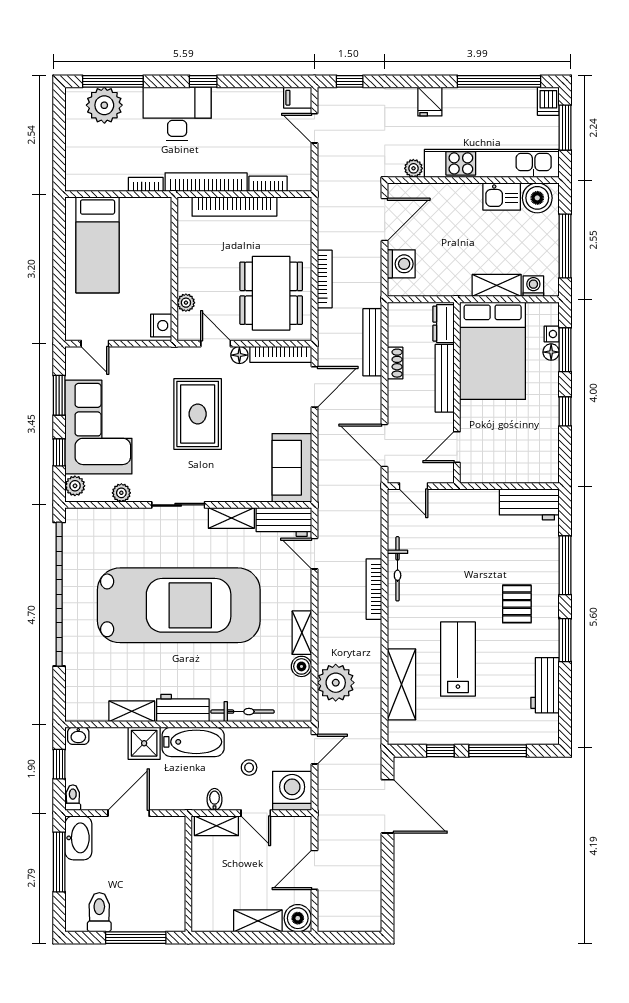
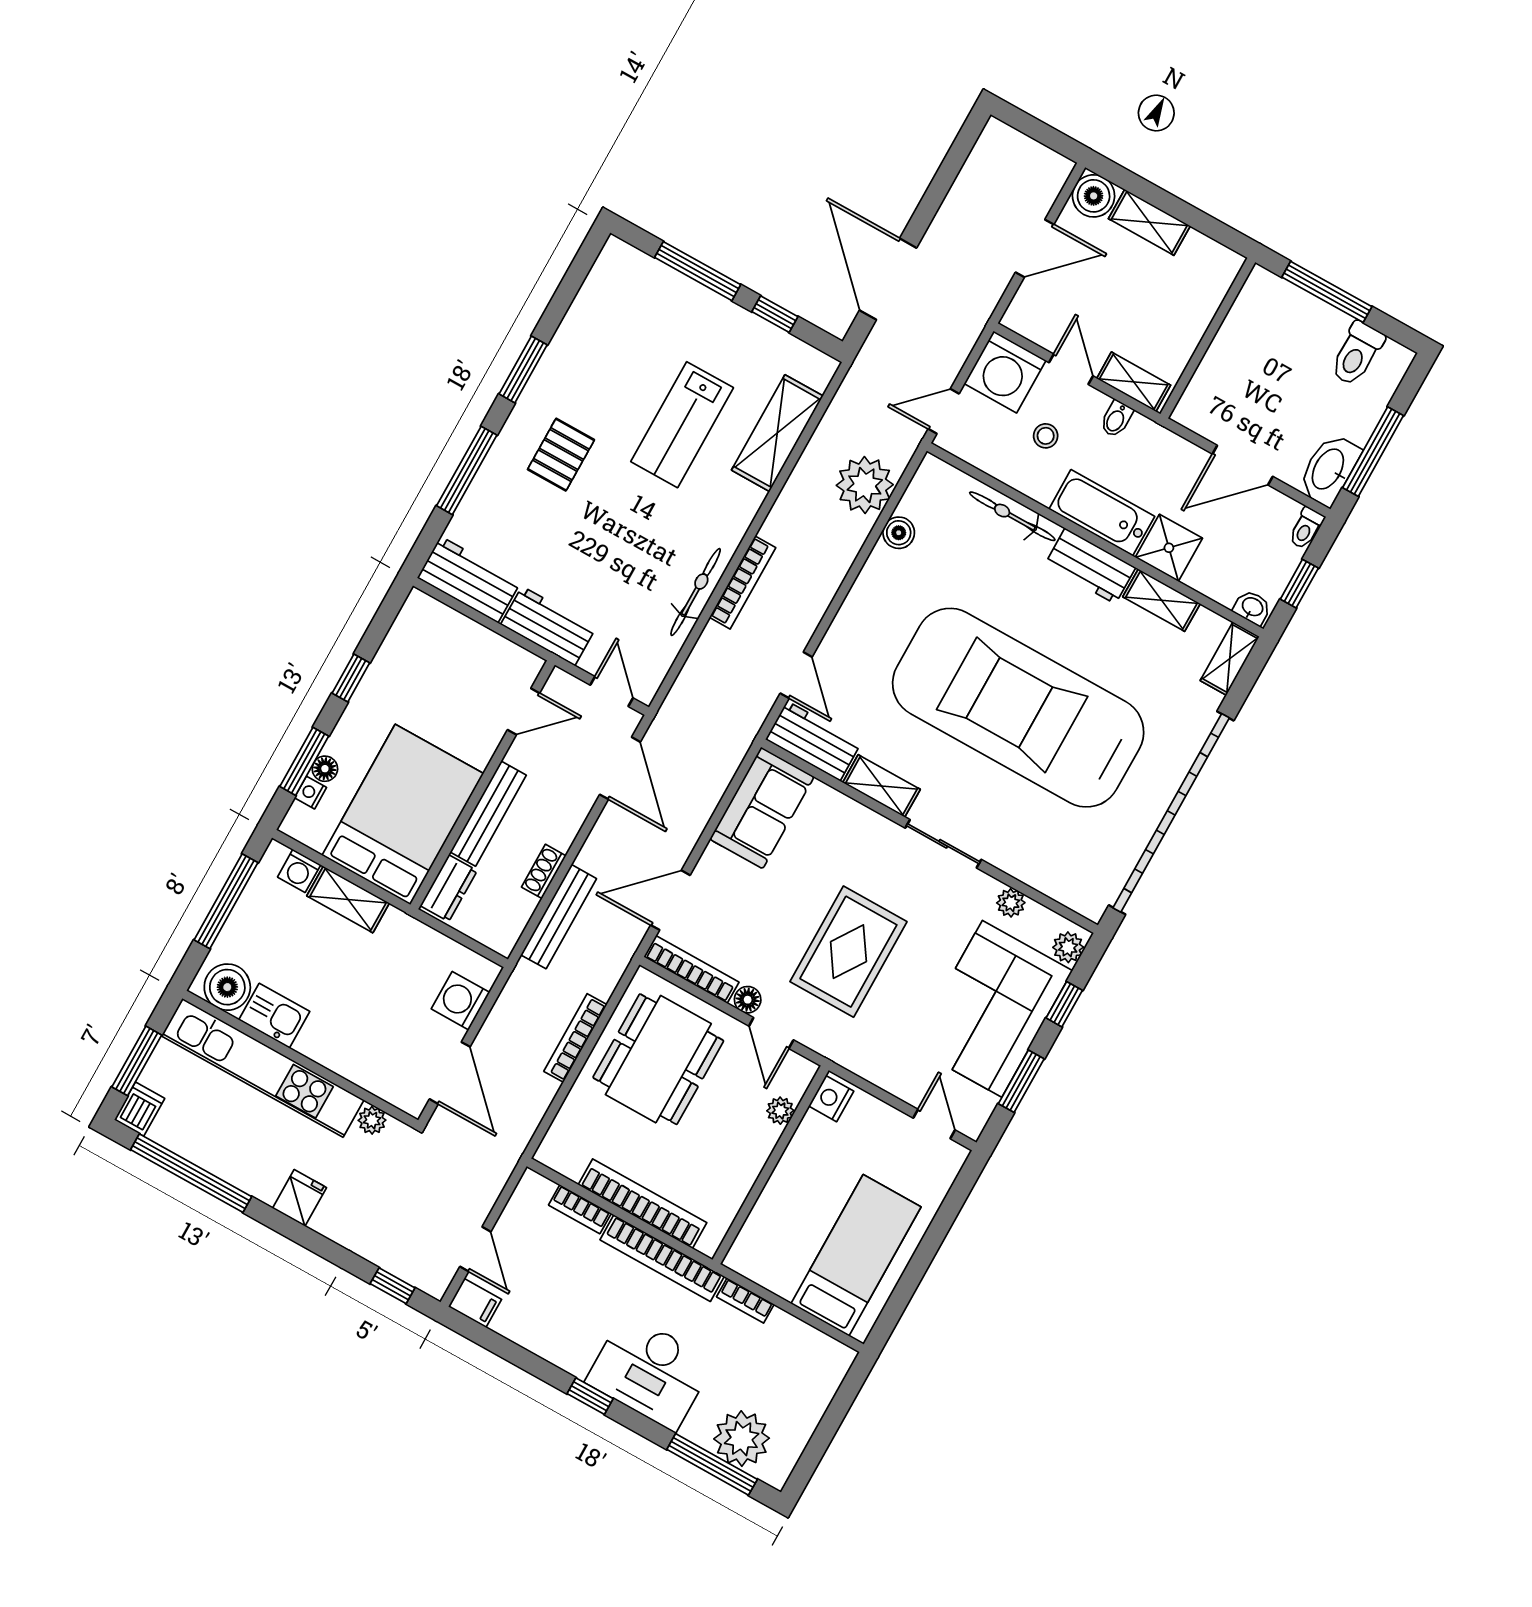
door: (385, 220) -> (450, 1073), swing flipped
shelving: (302, 633) -> (1230, 659), moved
workbench: (545, 685) -> (548, 626), moved, turned -90

